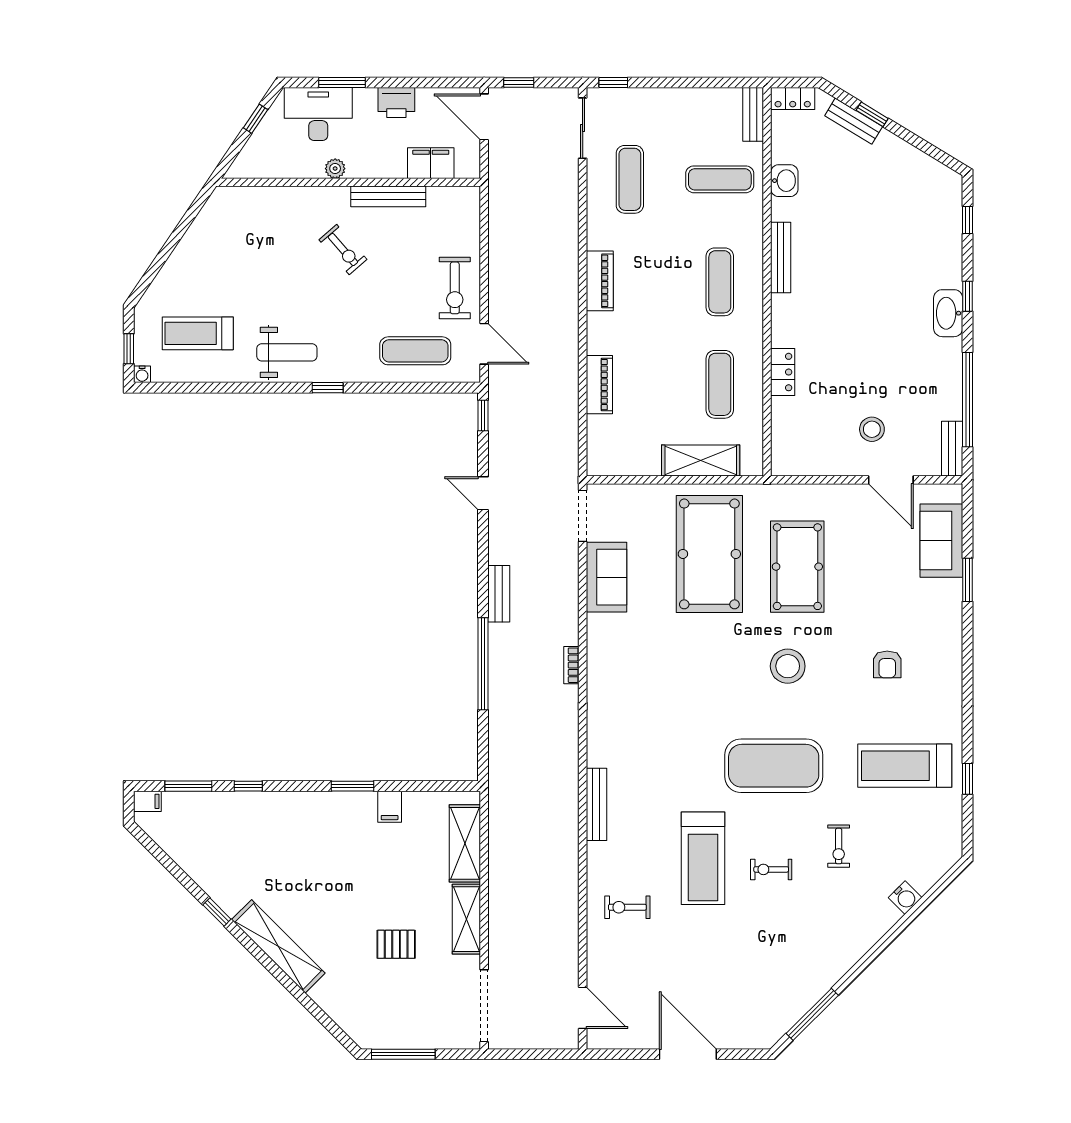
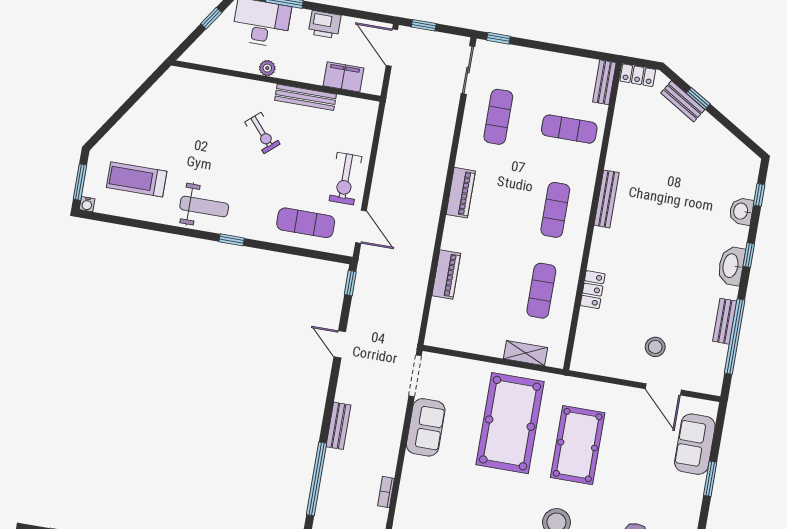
washbasin: (784, 181) -> (741, 211), moved, turned 180
window: (129, 349) -> (80, 182), width x1.50
bench: (952, 449) -> (725, 321), moved
shelving: (701, 461) -> (526, 353), width x0.67, depth x0.75

